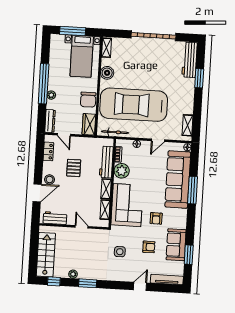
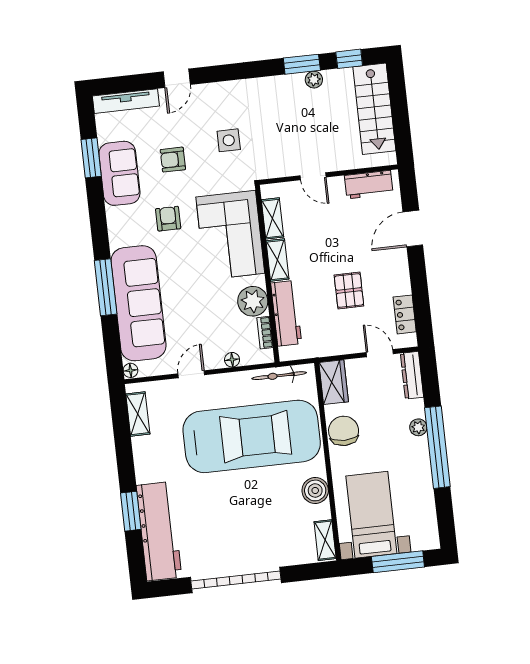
workbench: (190, 60) -> (159, 531), width x1.36, depth x1.32
stool: (50, 180) -> (393, 259), removed
window: (88, 283) -> (302, 64), moved

